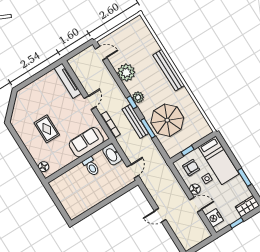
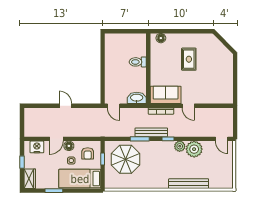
door: (101, 53) -> (222, 139), hinge flipped
bench: (169, 70) -> (189, 184), moved
tv unit: (68, 81) -> (216, 99), removed
plant: (138, 97) -> (180, 146), moved
parasol: (167, 120) -> (125, 159), moved
rug: (47, 129) -> (189, 59), turned 90
sofa: (86, 142) -> (166, 95), moved, turned -90
toilet: (91, 166) -> (138, 62), moved
door: (160, 215) -> (65, 106), hinge flipped

